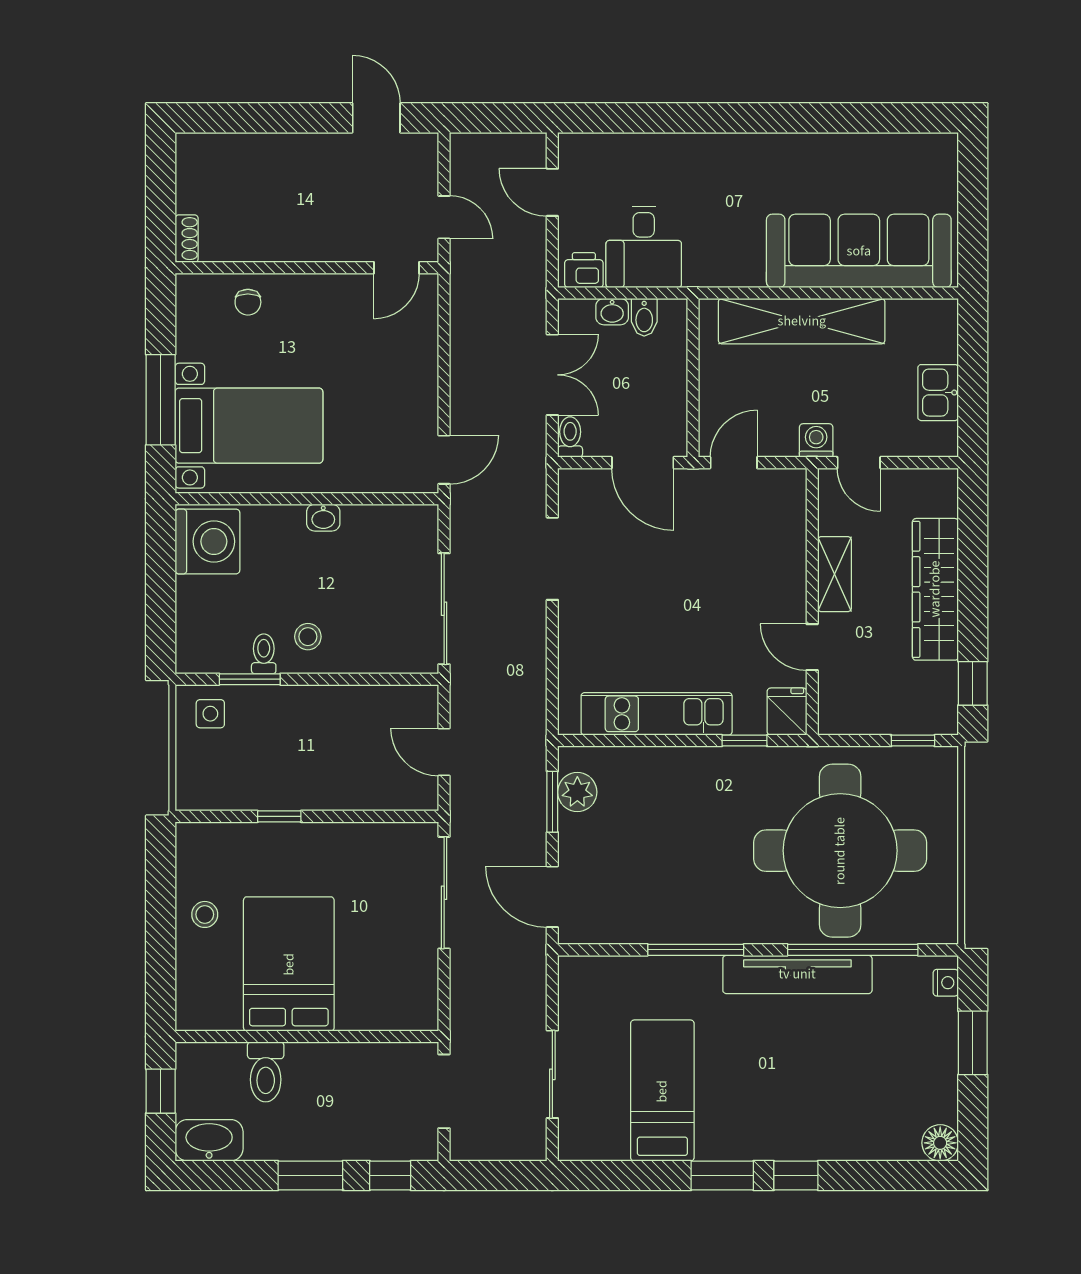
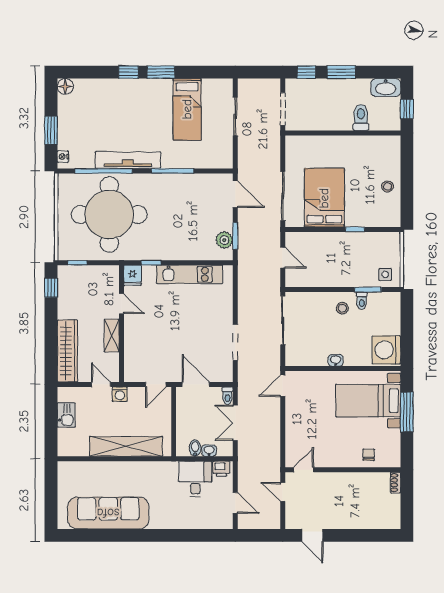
sofa: (859, 251) -> (108, 513), moved, turned 180
wardrobe: (935, 589) -> (67, 351), moved
bed: (289, 964) -> (324, 198), moved, turned 180

